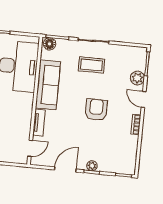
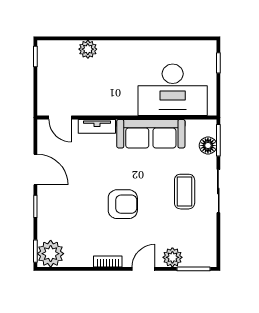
floor lamp: (50, 44) -> (208, 146), moved
plant: (92, 166) -> (51, 254), moved, width x1.87, depth x1.87

